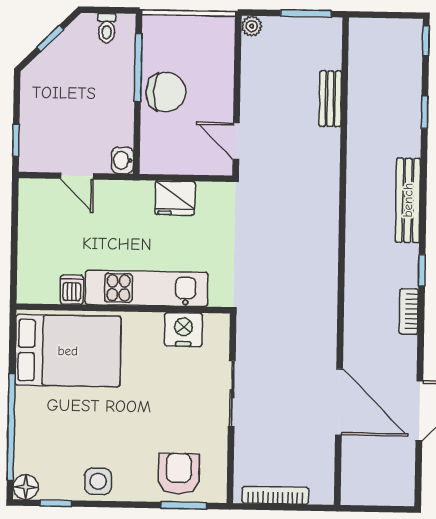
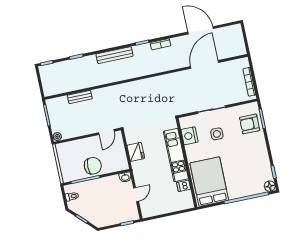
chair: (166, 92) -> (93, 166), turned 90
side table: (98, 481) -> (217, 134), moved

